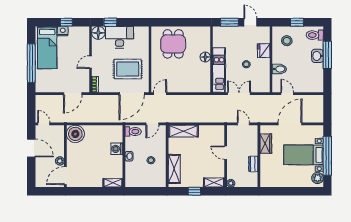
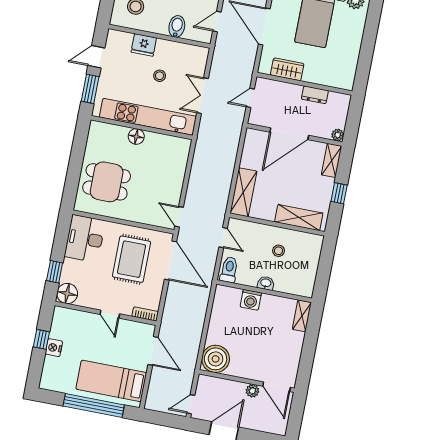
desk: (120, 37) -> (85, 239), moved
bed: (47, 48) -> (111, 381), moved, turned 180
kitchen unit: (219, 70) -> (148, 117), width x1.36
door: (226, 153) -> (289, 134), width x1.87

